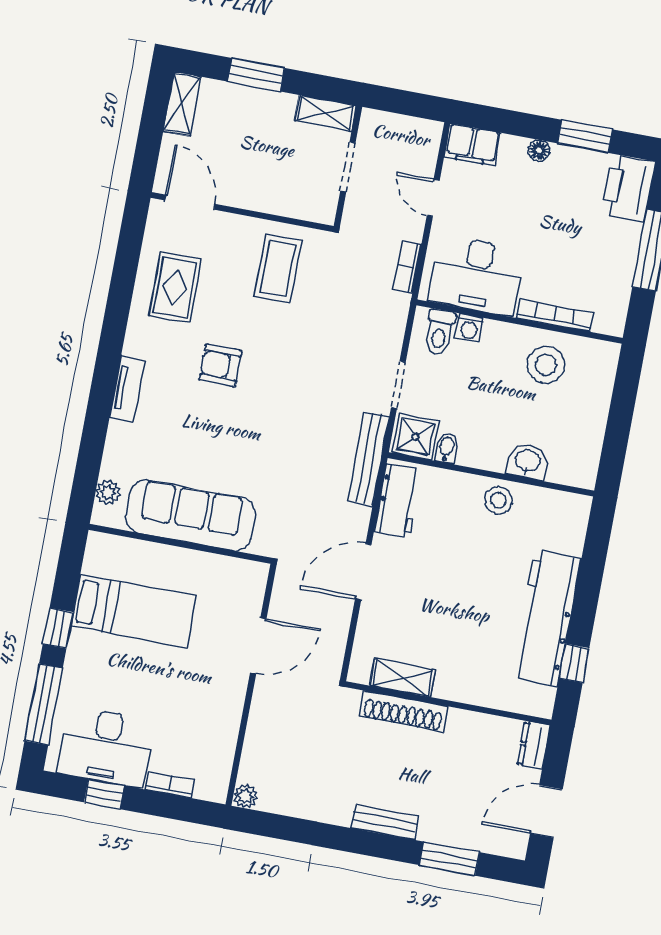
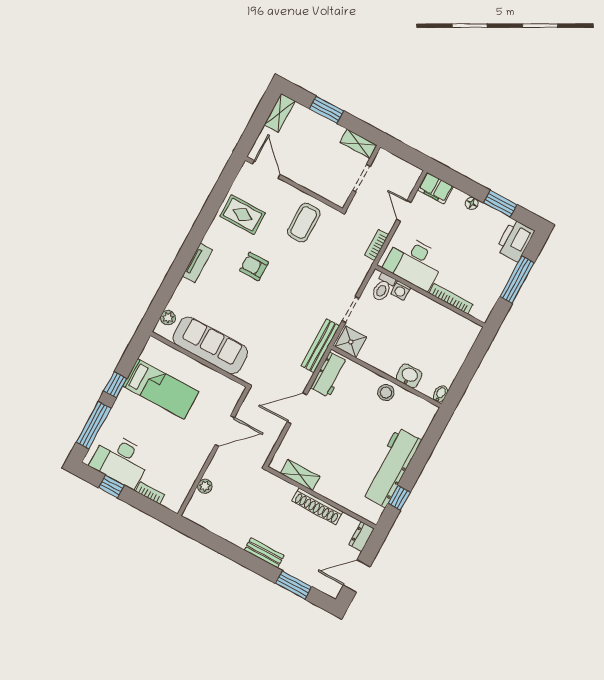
rug: (175, 287) -> (243, 215), turned 90
stool: (546, 365) -> (437, 325), removed
bidet: (446, 448) -> (440, 394), moved
shoe rack: (403, 711) -> (317, 506), moved
plant: (245, 796) -> (205, 486), moved

